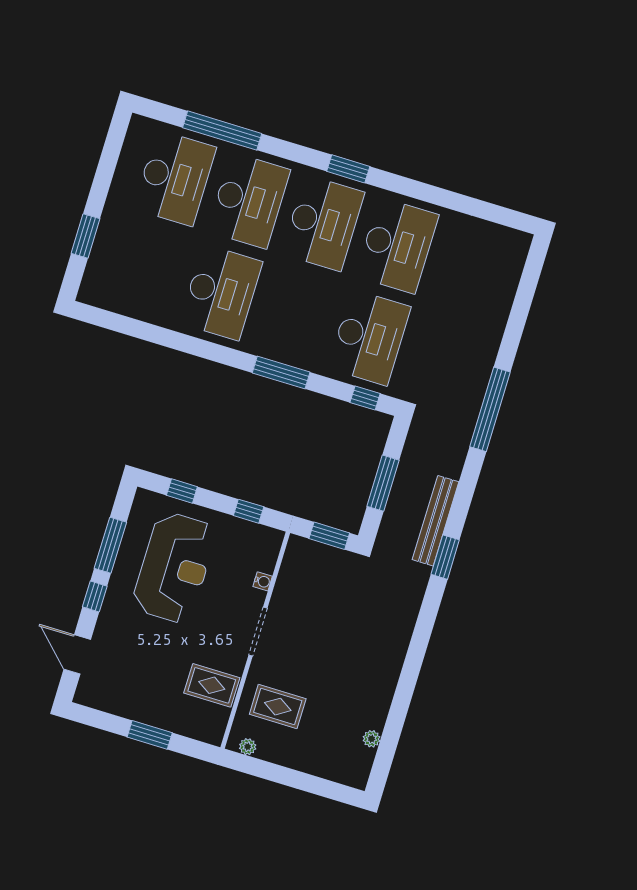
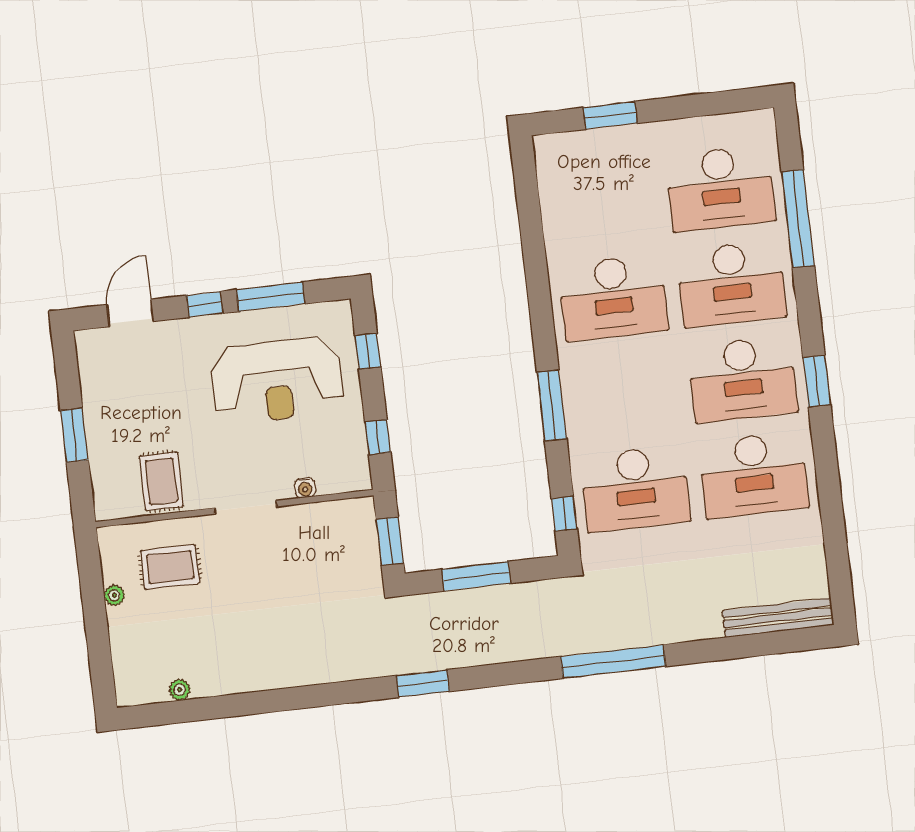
bench: (436, 521) -> (778, 618), moved
rug: (278, 707) -> (170, 567), turned 90
plant: (248, 747) -> (114, 595), moved

